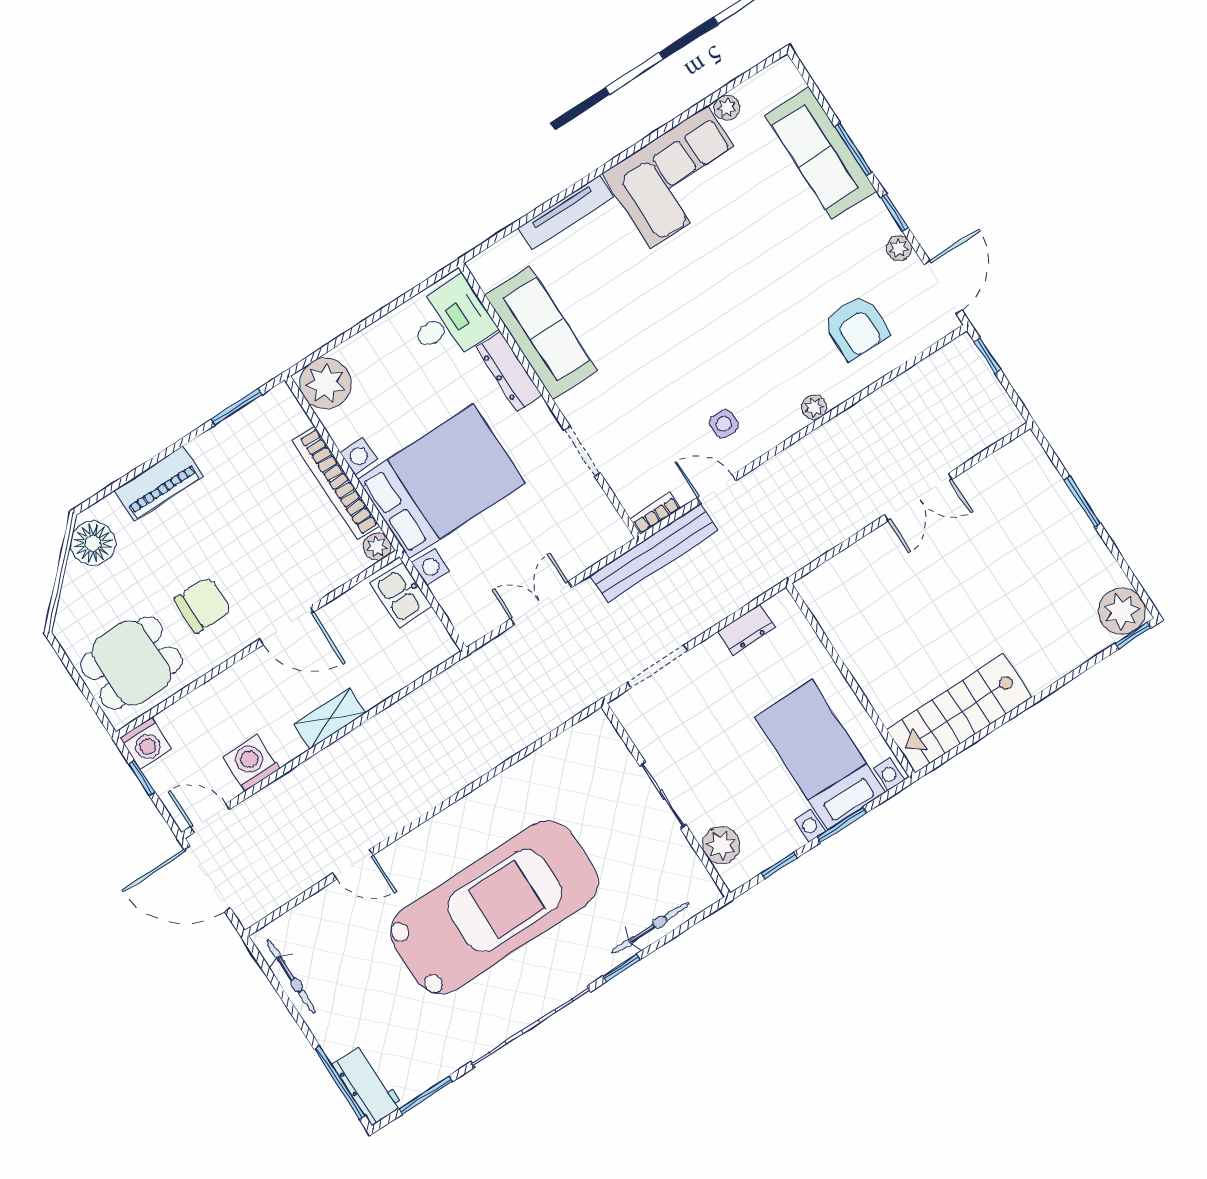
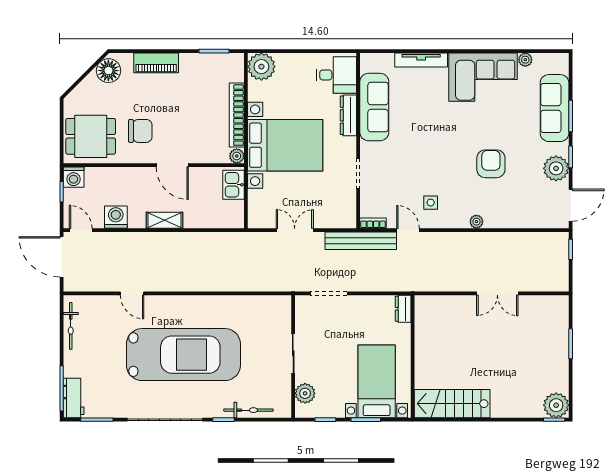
plant: (899, 248) -> (556, 168), width x1.88, depth x1.88
armchair: (856, 327) -> (491, 164), moved, turned 180
dresser: (746, 629) -> (403, 309), moved, turned 90

